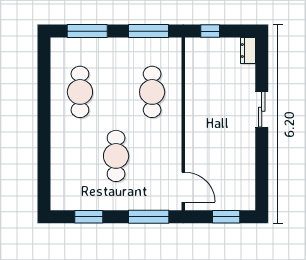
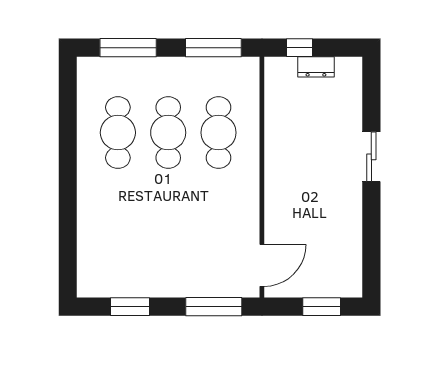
dresser: (248, 51) -> (316, 67), moved, turned -90
cafe table: (116, 156) -> (168, 133), moved
door: (183, 187) -> (262, 265), hinge flipped

